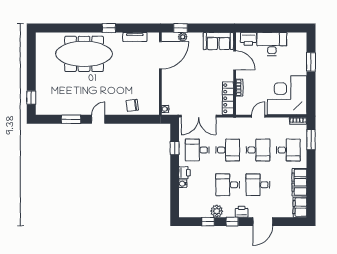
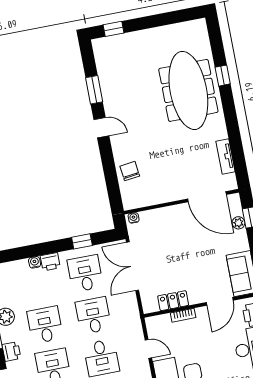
window: (109, 28) -> (223, 76), moved
locker: (228, 98) -> (173, 301), width x0.66
desk: (228, 150) -> (93, 316), turned 180

